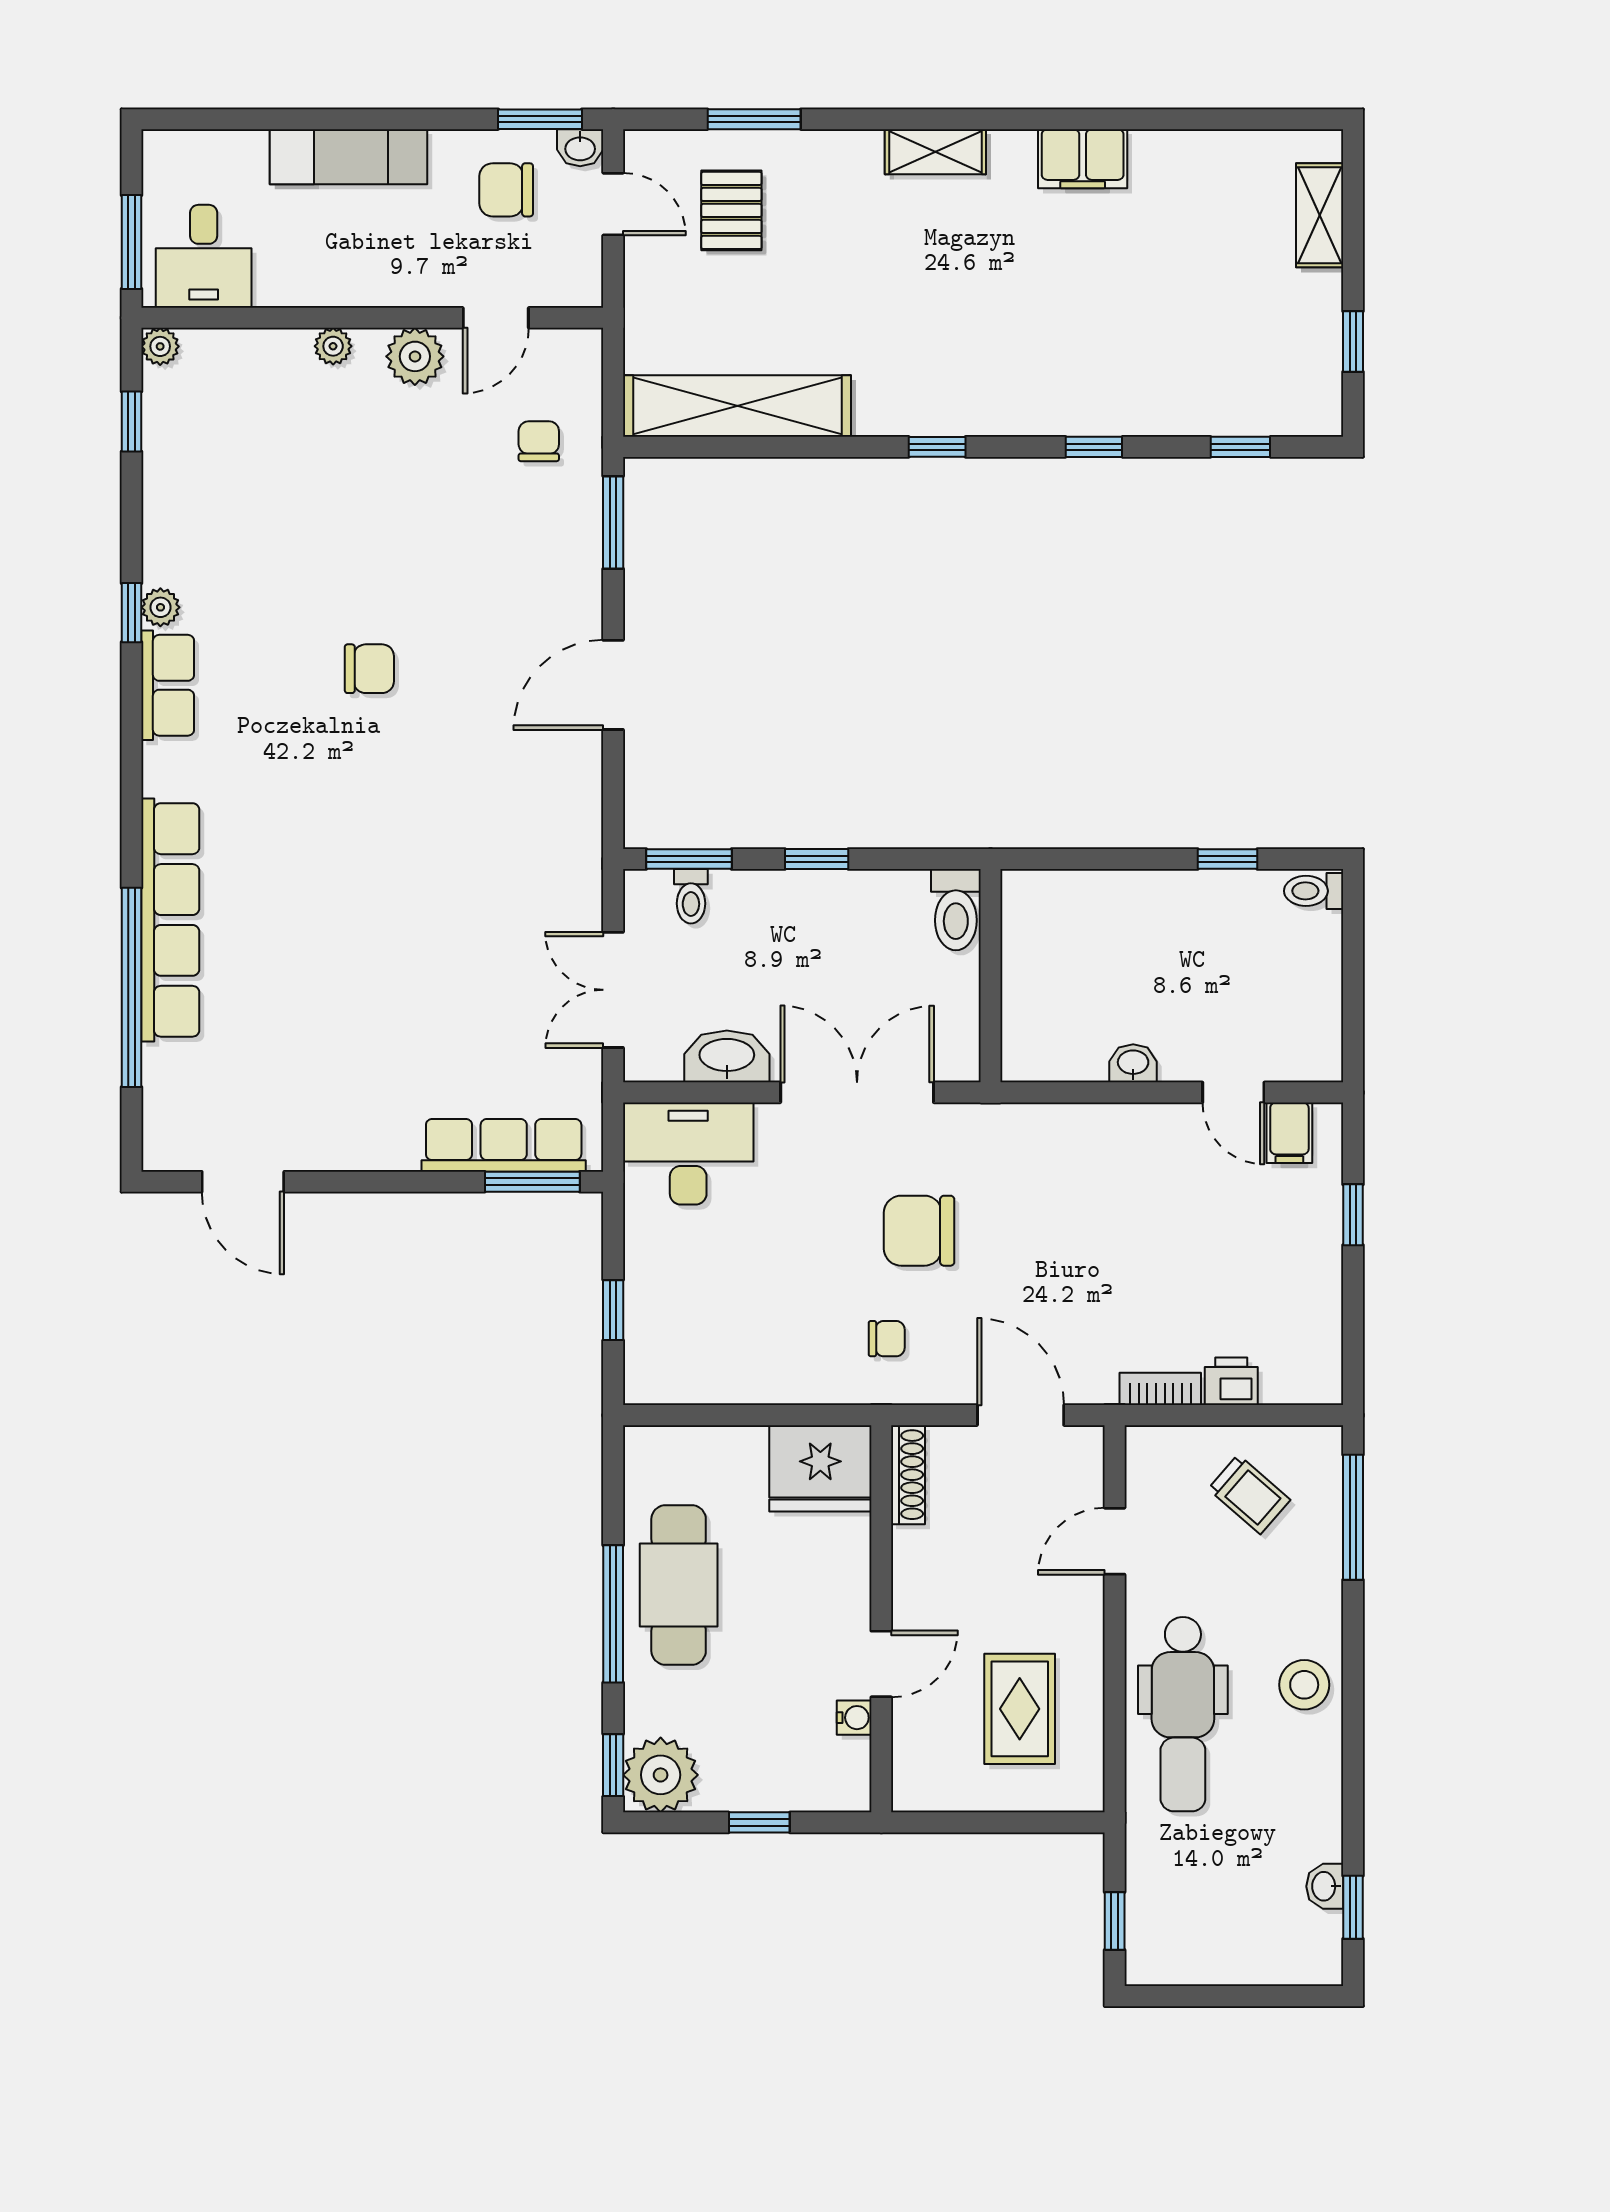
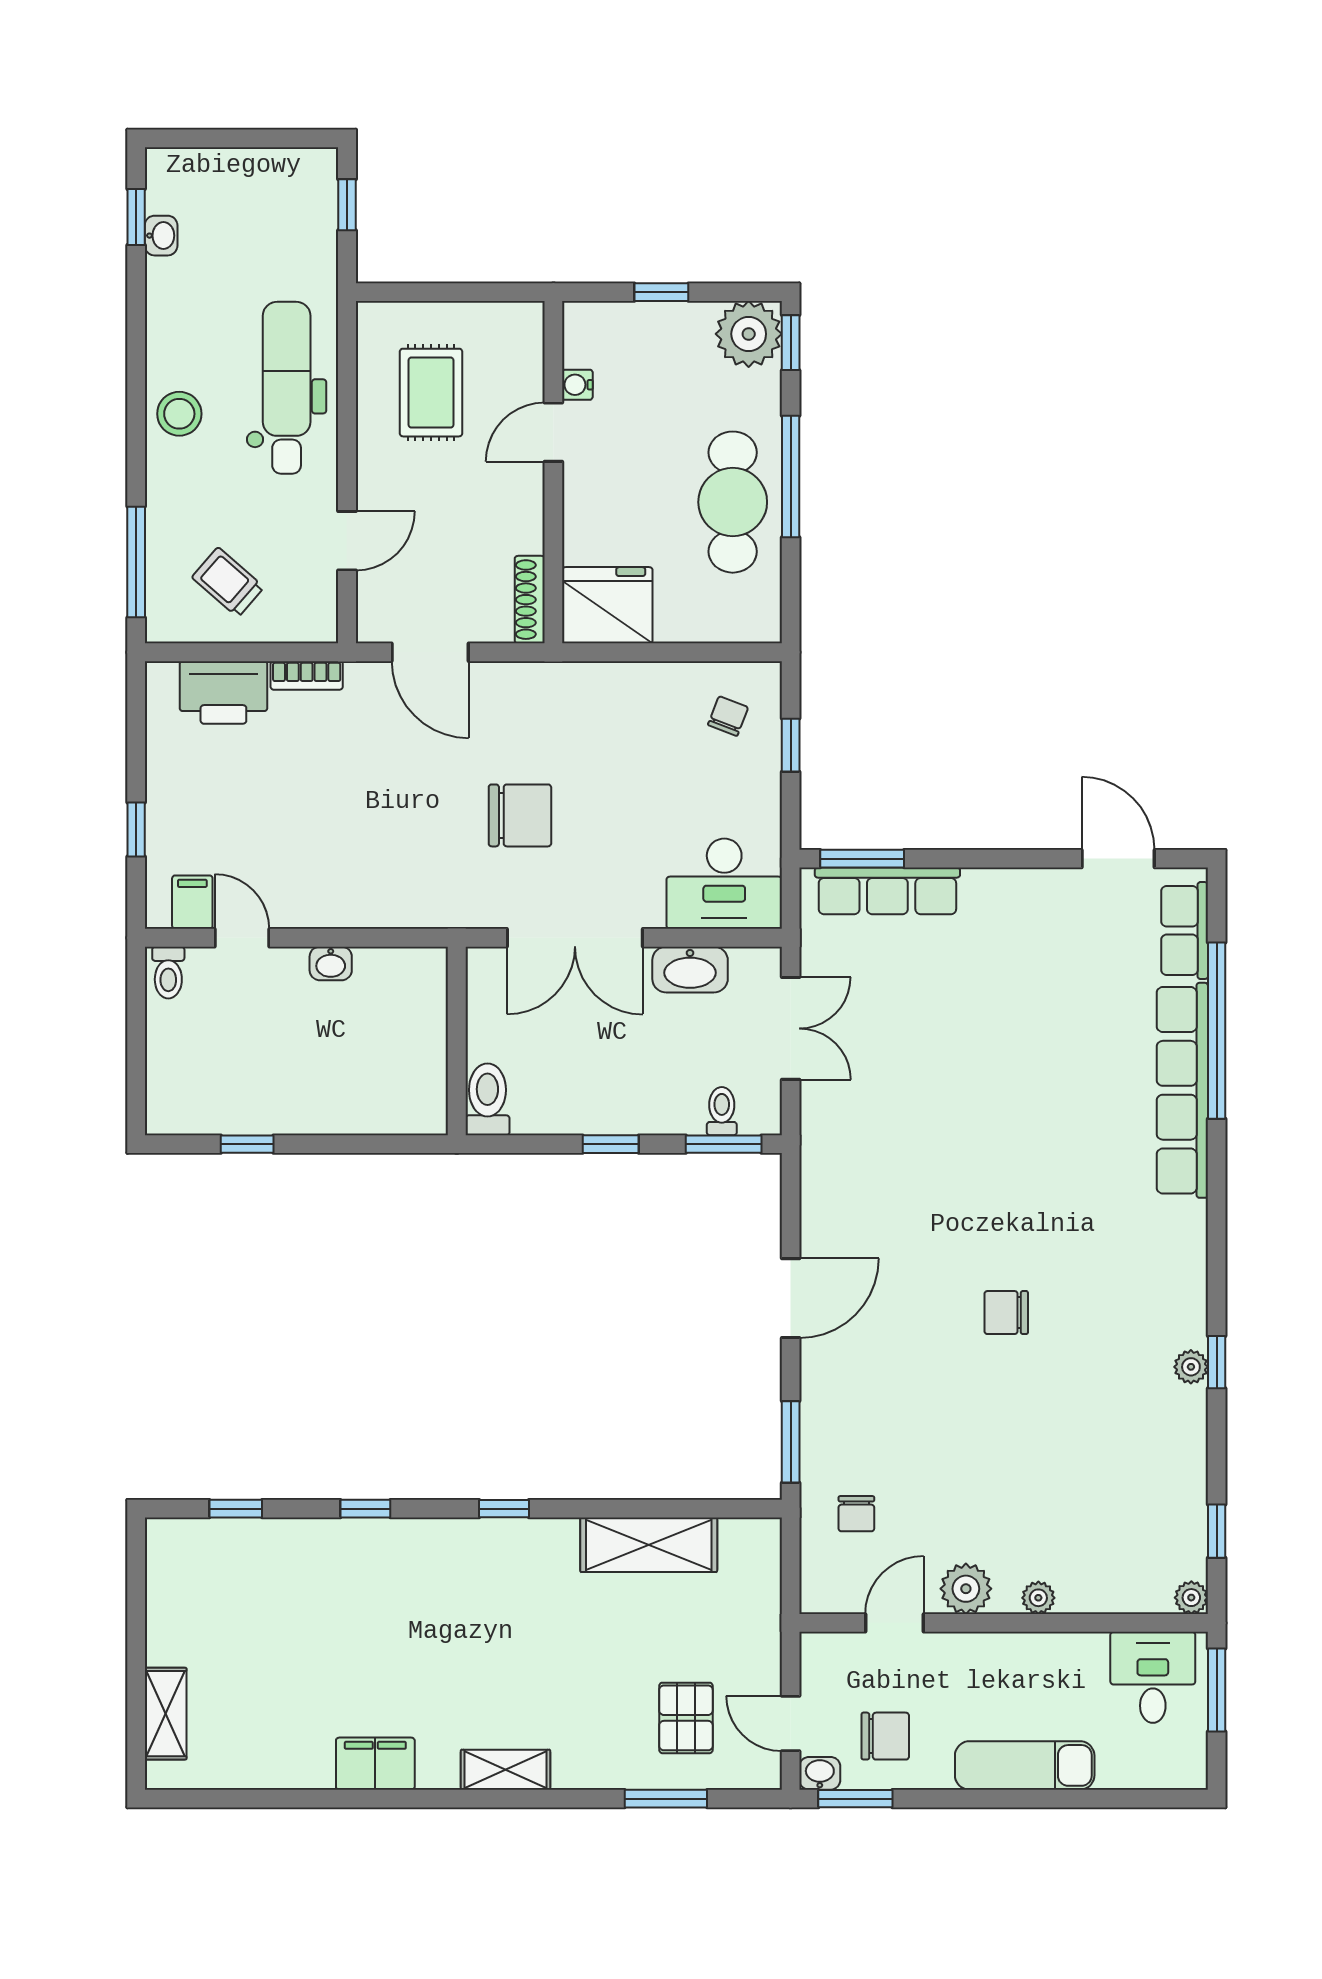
window: (1353, 341) -> (136, 1602), removed
shelving: (737, 406) -> (649, 1545), width x0.68
row of seats: (168, 685) -> (1185, 931), moved
toilet: (1314, 891) -> (168, 973), moved, turned 90
chair: (887, 1339) -> (728, 716), moved, turned 111
printer: (1231, 1381) -> (223, 692), width x1.87, depth x1.48

